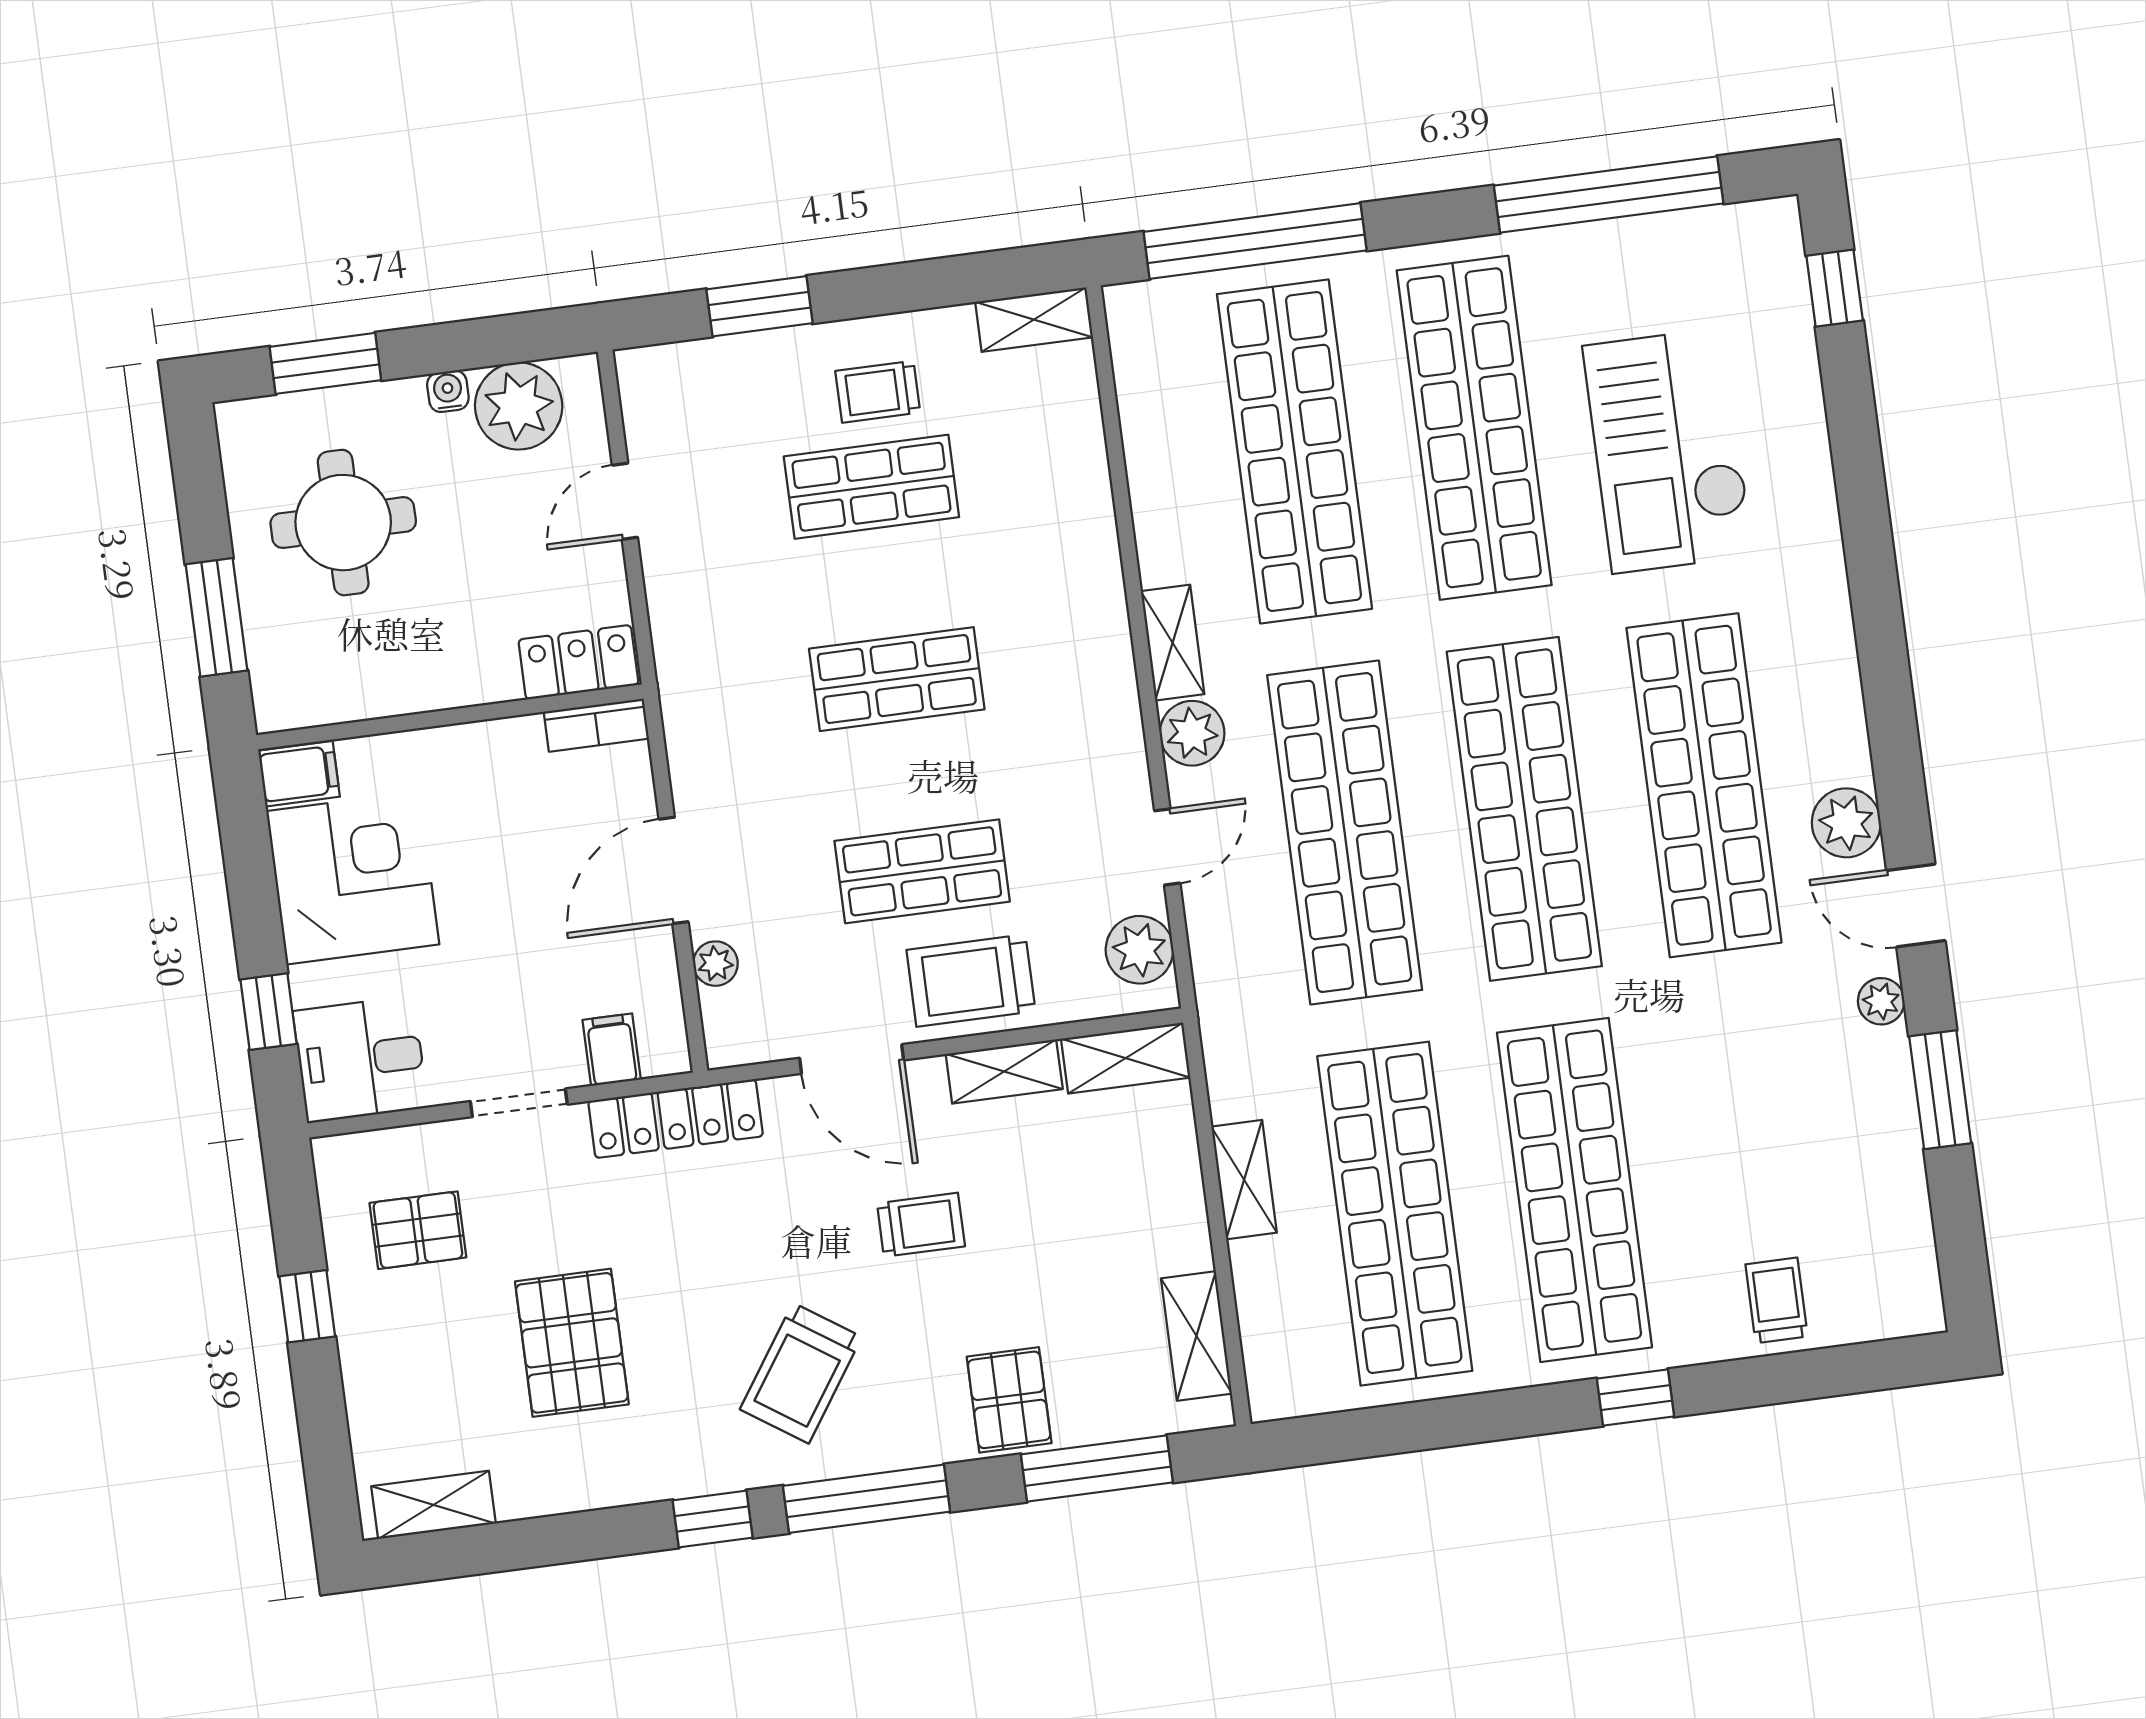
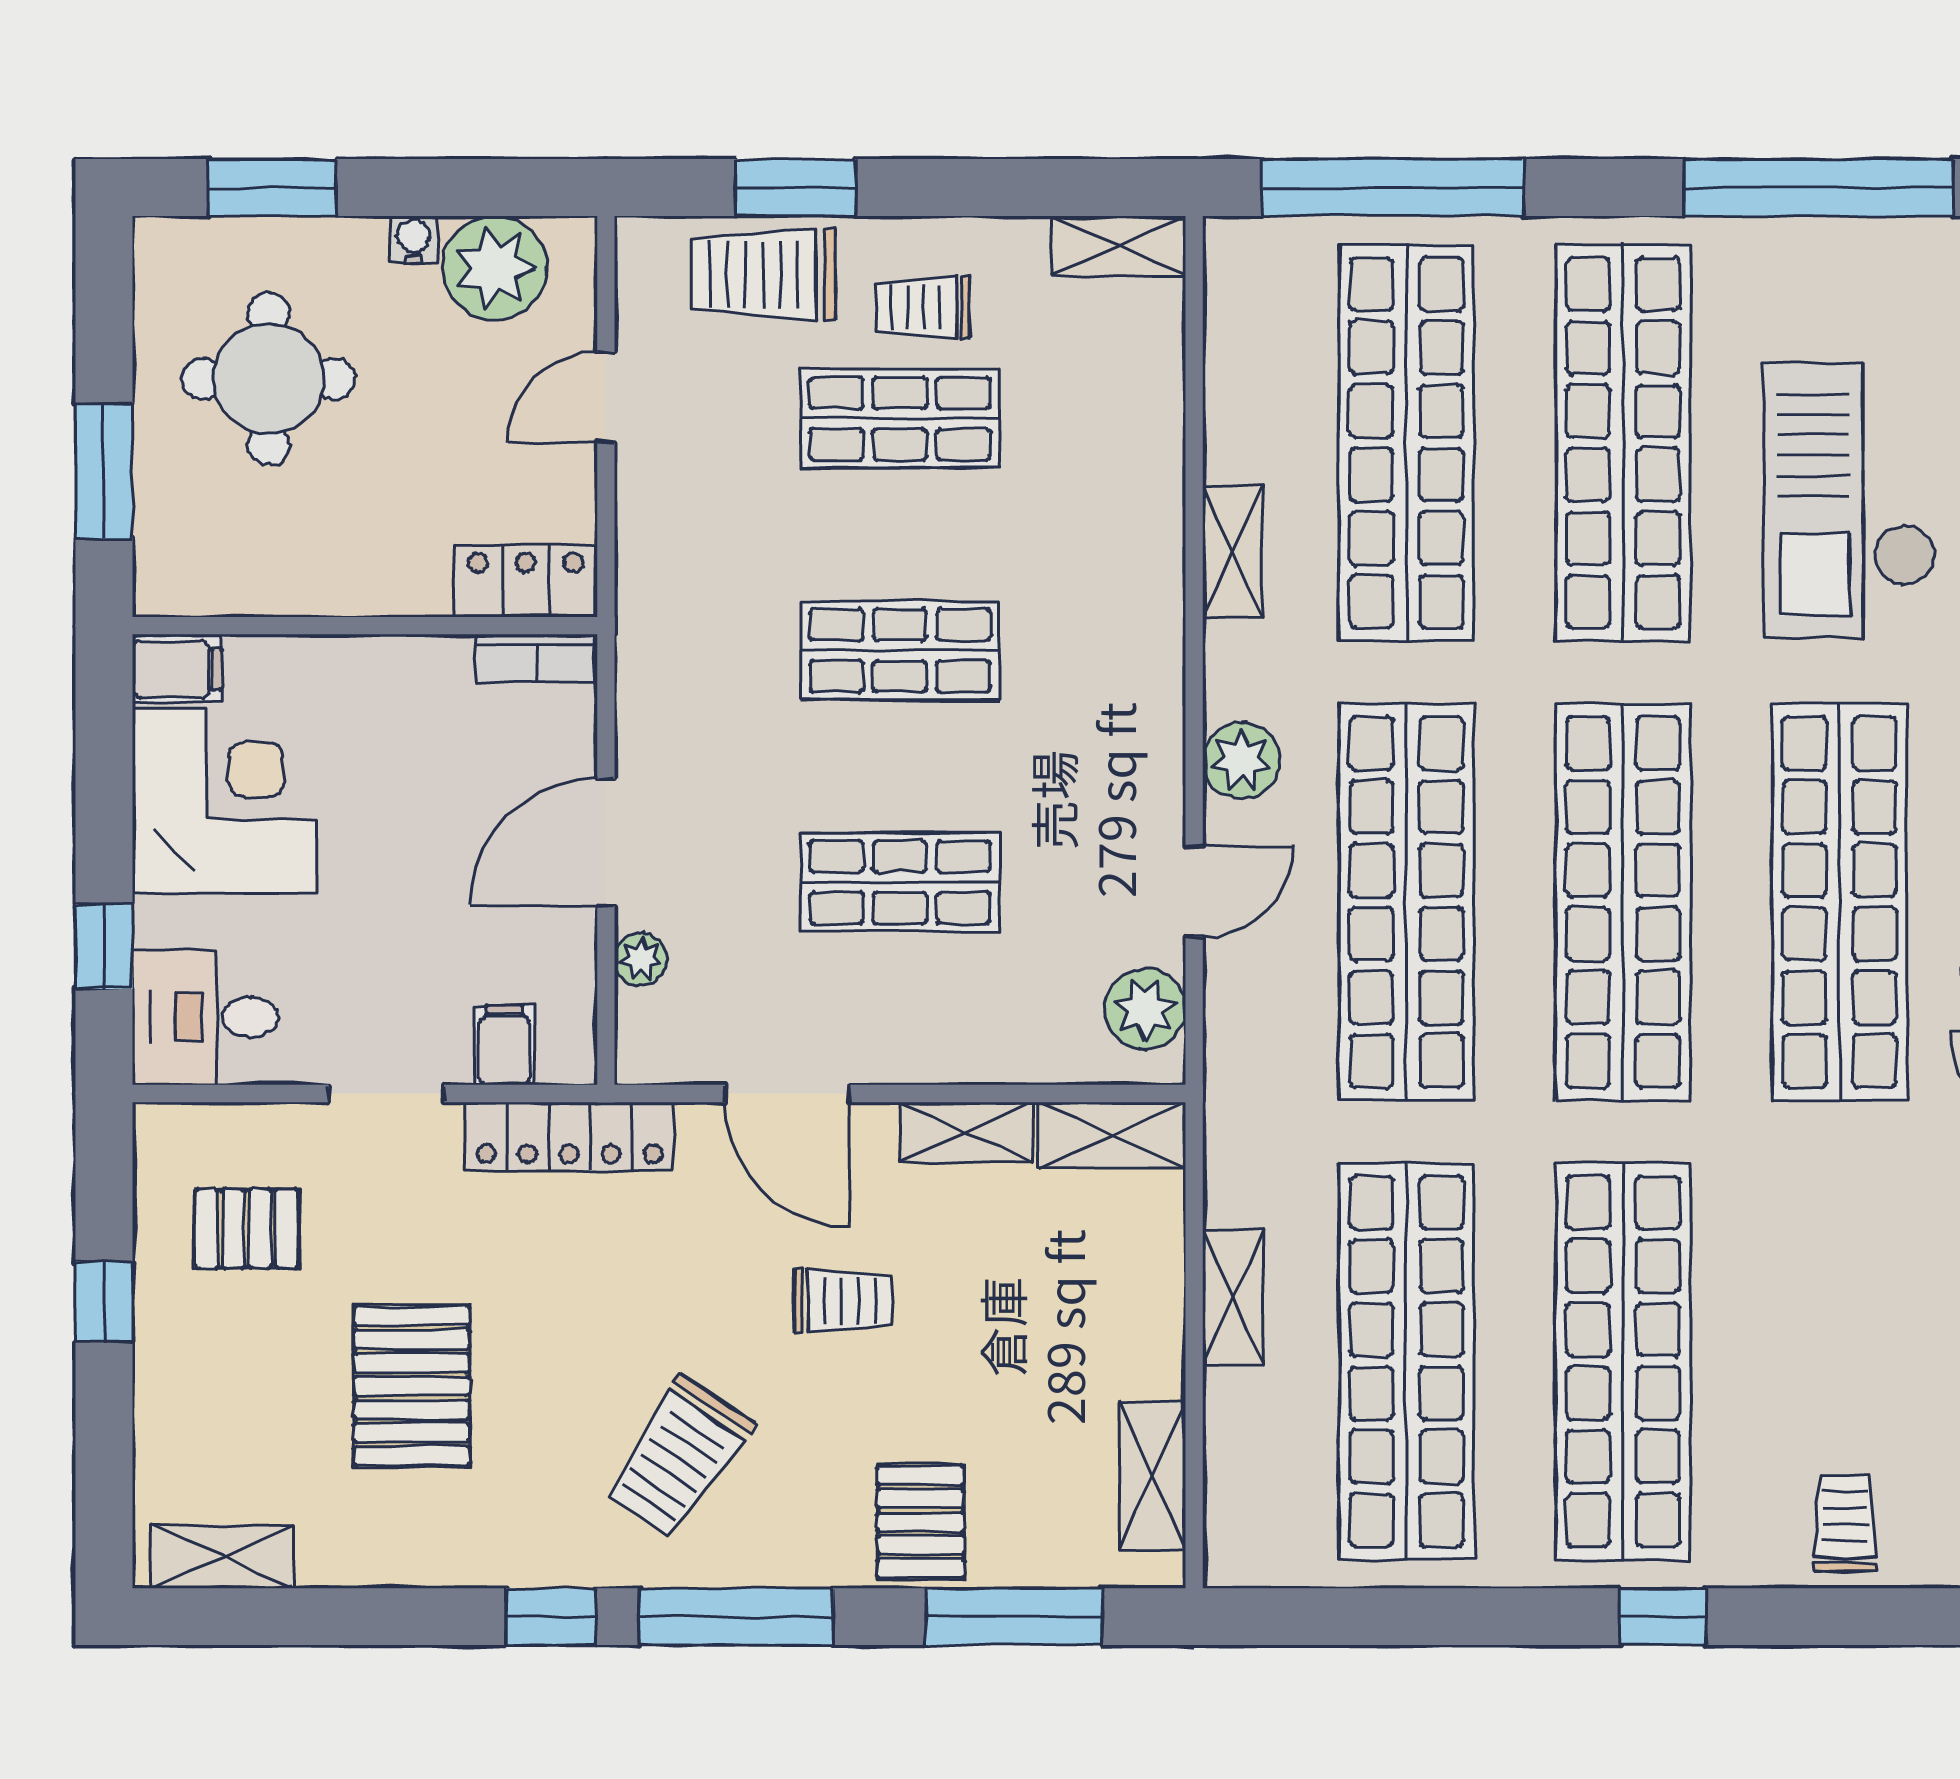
shelving: (1173, 643) -> (1232, 552), moved
trolley: (971, 981) -> (764, 274), moved

